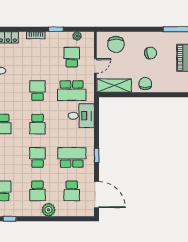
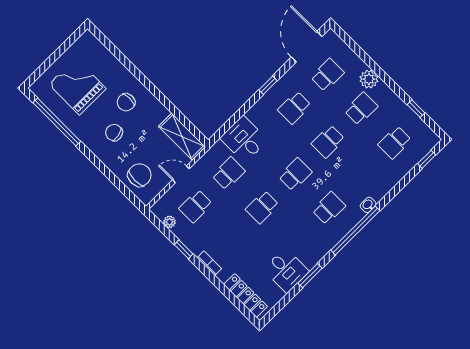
chair: (145, 83) -> (126, 102), moved
school desk: (72, 91) -> (229, 173), width x0.54
school desk: (72, 157) -> (294, 108), width x0.54

